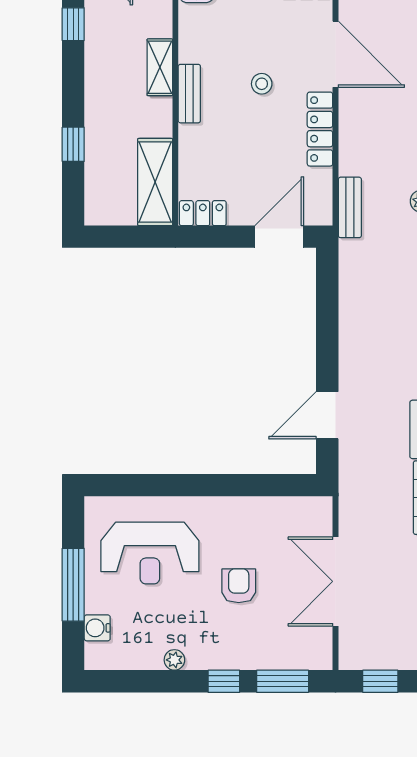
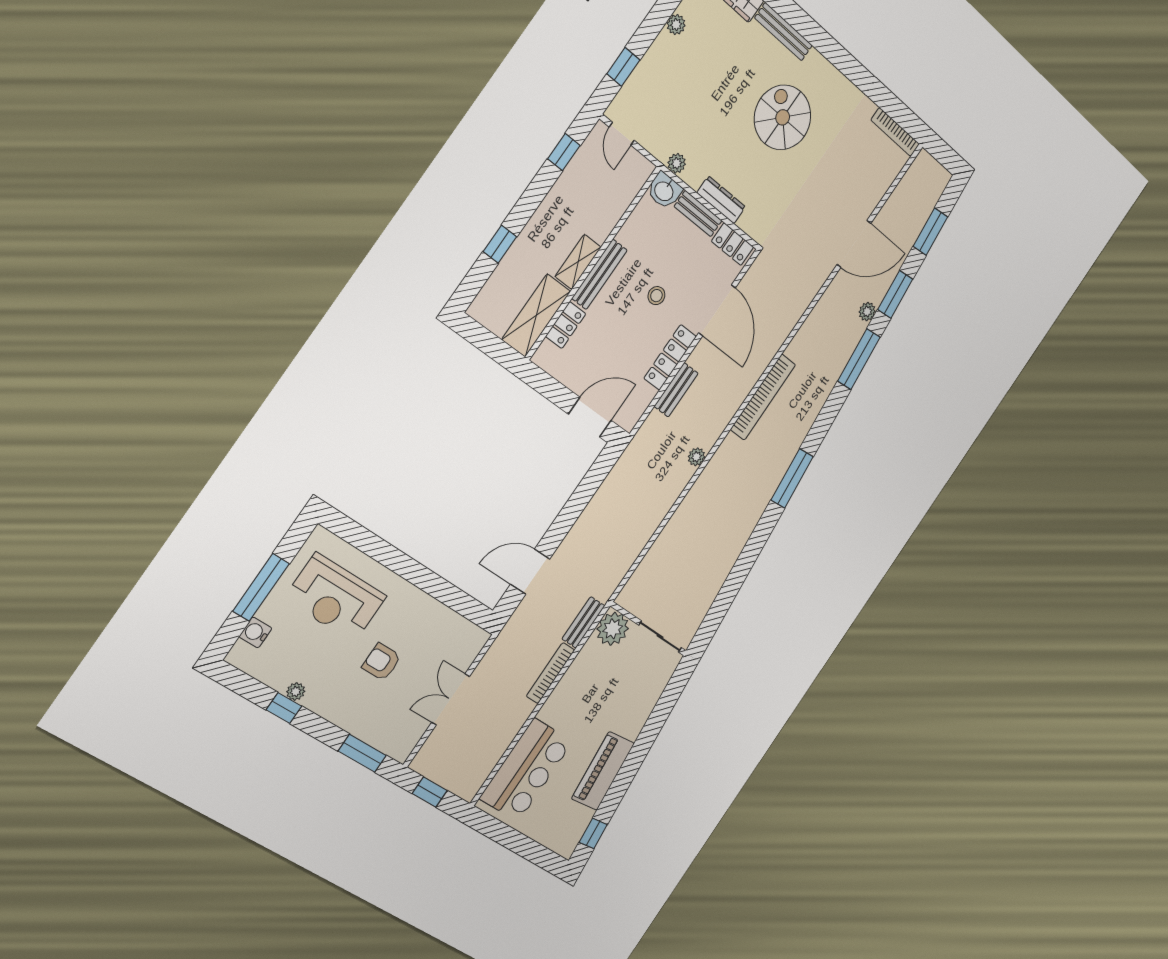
shelving: (160, 67) -> (578, 262), moved
bench: (189, 94) -> (599, 274), width x1.36
bench: (350, 207) -> (676, 390), moved
locker: (203, 213) -> (566, 325), moved, turned 90
double door: (336, 581) -> (451, 699), width x0.73
armchair: (239, 586) -> (382, 662), turned -90
window: (224, 681) -> (284, 708), moved

